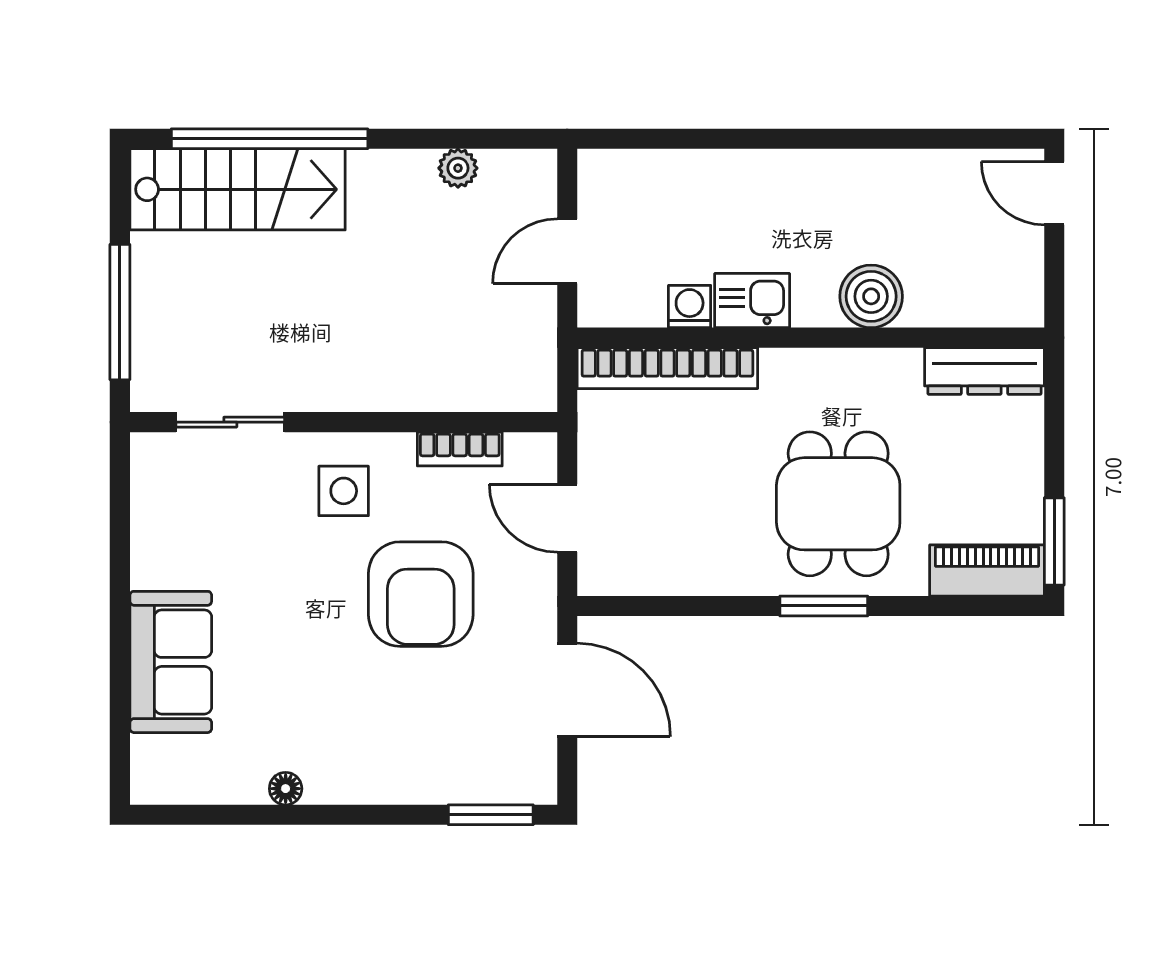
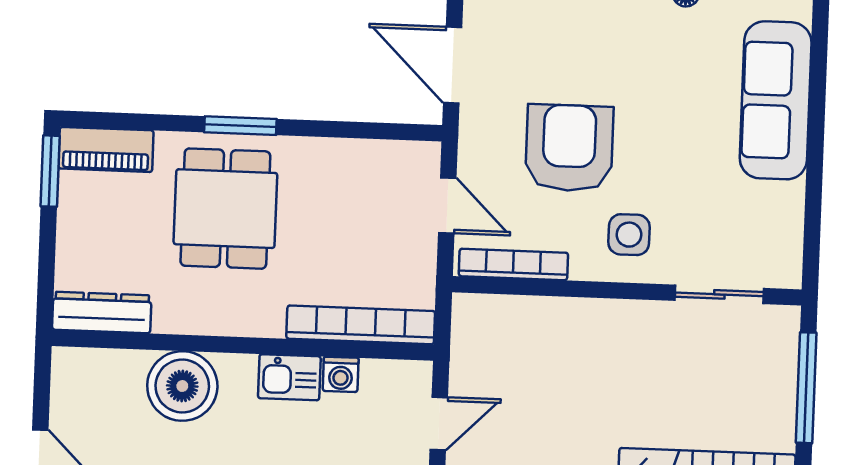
boiler: (871, 296) -> (182, 386), width x1.37, depth x1.37
bookcase: (460, 449) -> (513, 264), width x1.56
sofa: (171, 662) -> (776, 100), width x1.36

